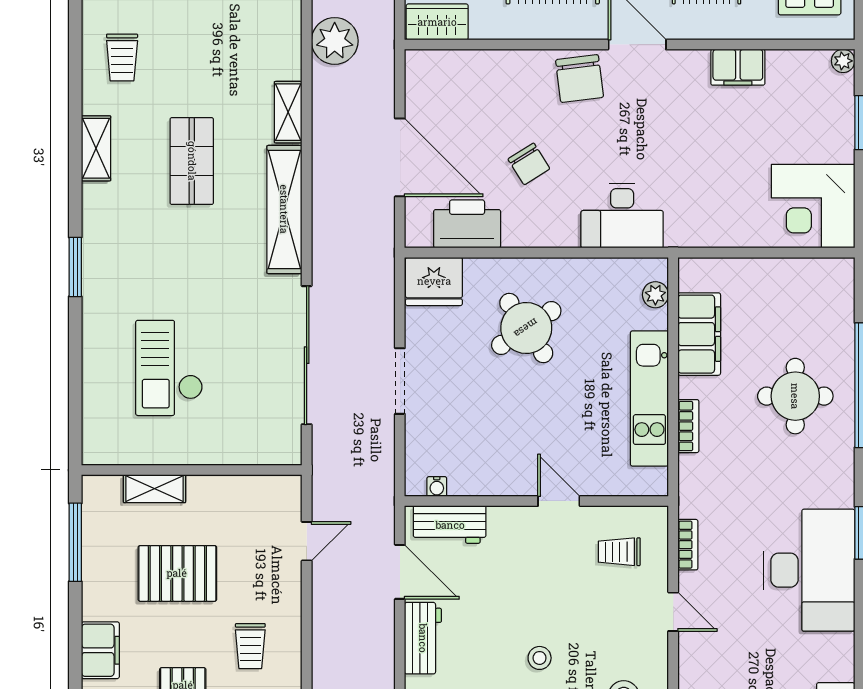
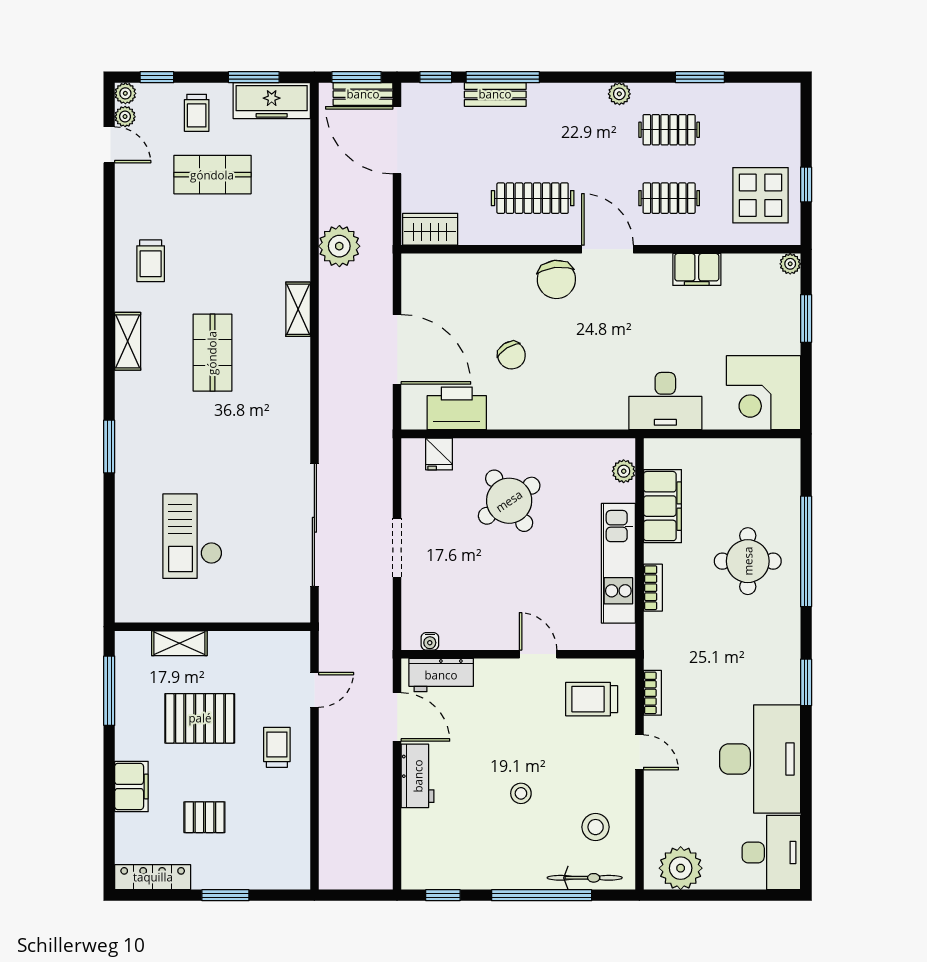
shelving: (284, 209) -> (295, 396), removed
desk: (622, 216) -> (665, 401), moved
fridge: (434, 281) -> (439, 454), width x0.53, depth x0.75
trolley: (619, 552) -> (592, 699), width x1.36, depth x1.39
desk: (809, 570) -> (760, 759), moved
trolley: (250, 646) -> (277, 747), moved, turned 180

